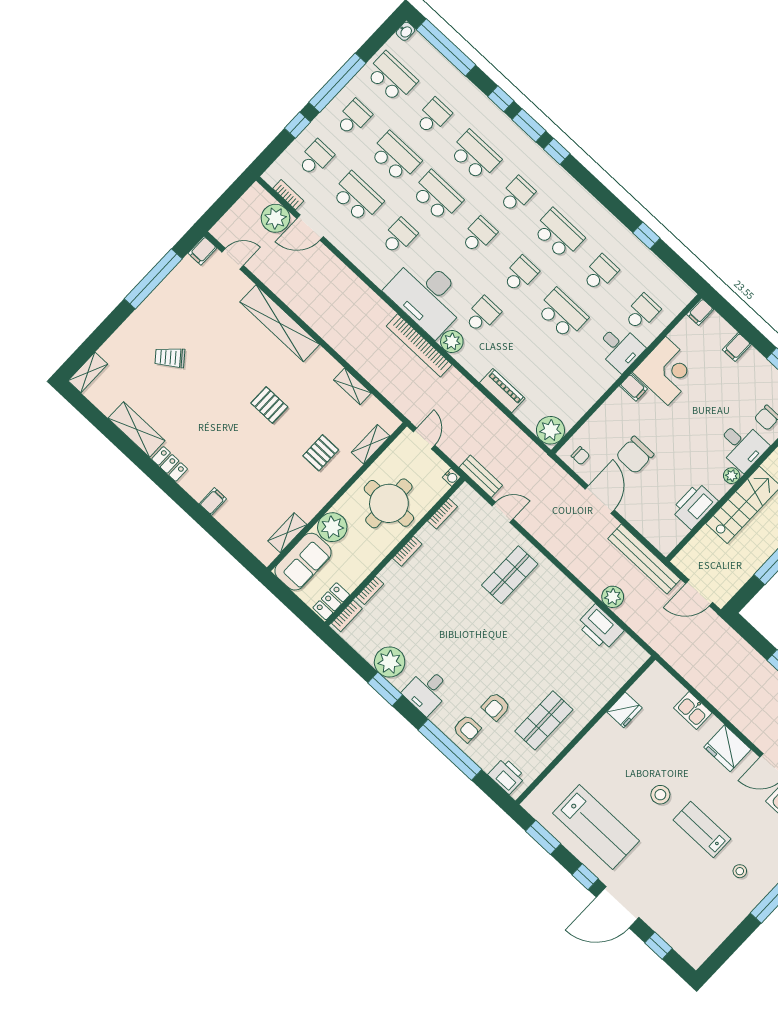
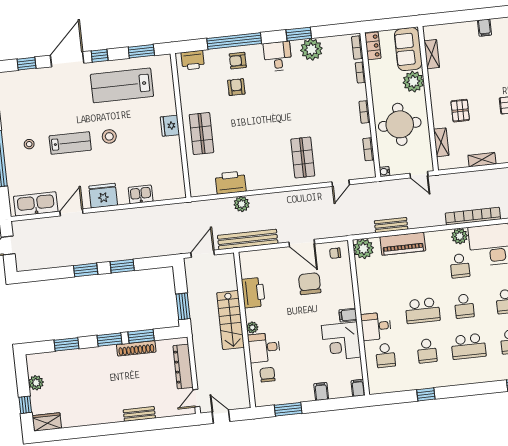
piano: (502, 391) -> (403, 244), width x1.37, depth x1.33
bench: (481, 476) -> (391, 225), moved
fridge: (624, 710) -> (170, 126), moved
shop shelf: (544, 720) -> (201, 134), moved

